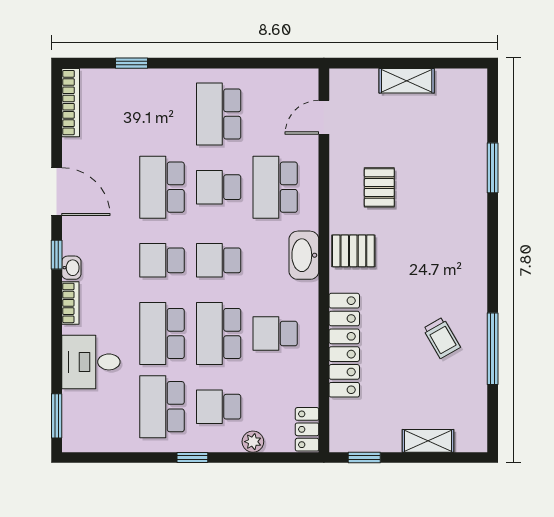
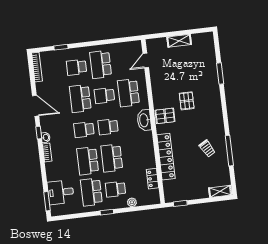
pallet: (379, 187) -> (187, 101), moved
school desk: (275, 334) -> (77, 67), moved
desk: (91, 362) -> (61, 192), moved
locker: (307, 429) -> (153, 179), moved
shelving: (428, 441) -> (220, 191), moved

